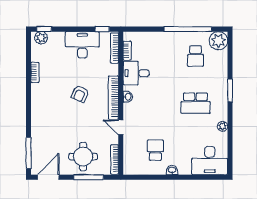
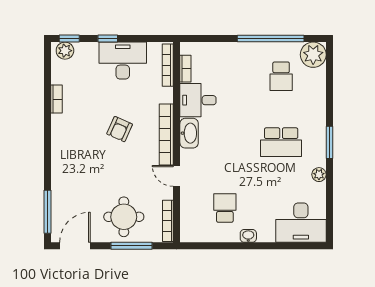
window: (102, 29) -> (108, 39), moved
window: (230, 91) -> (329, 142), moved
washbasin: (128, 97) -> (189, 133), width x1.91, depth x1.45

